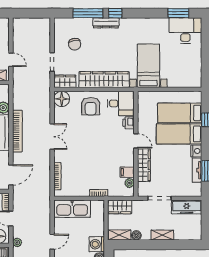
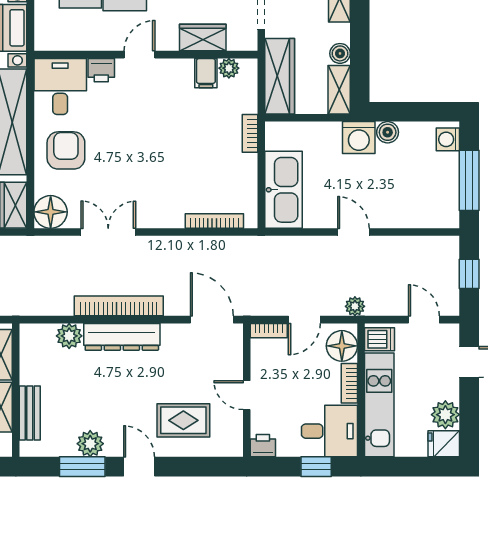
armchair: (91, 106) -> (66, 150), turned -90
double door: (52, 137) -> (108, 232), moved
wardrobe: (144, 165) -> (203, 38), width x0.67
wardrobe: (120, 207) -> (280, 76), width x1.50

